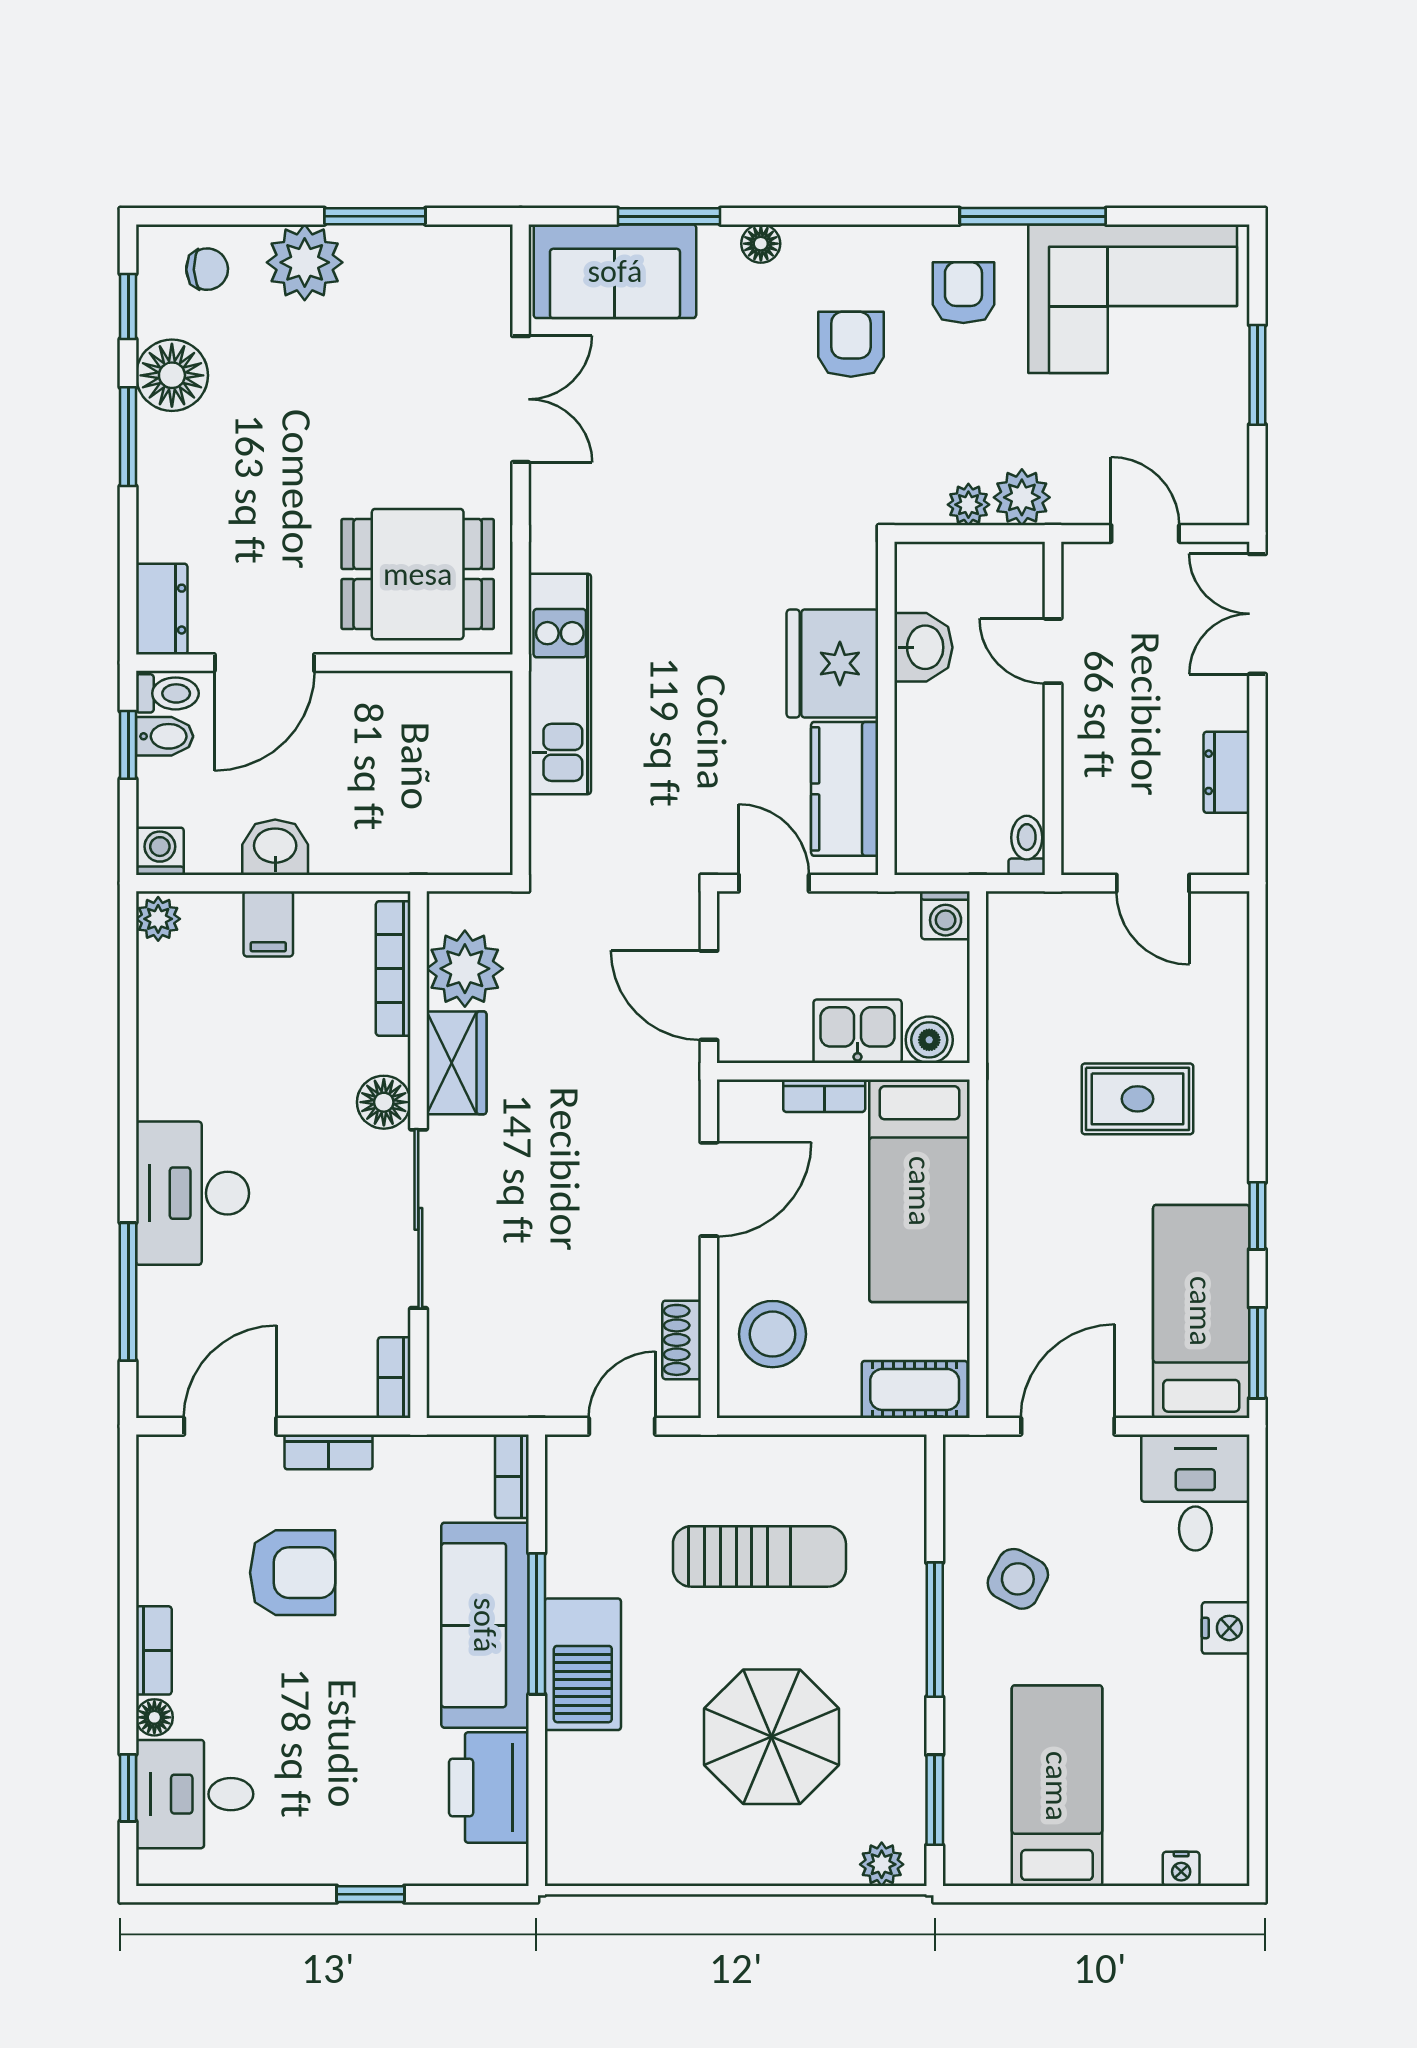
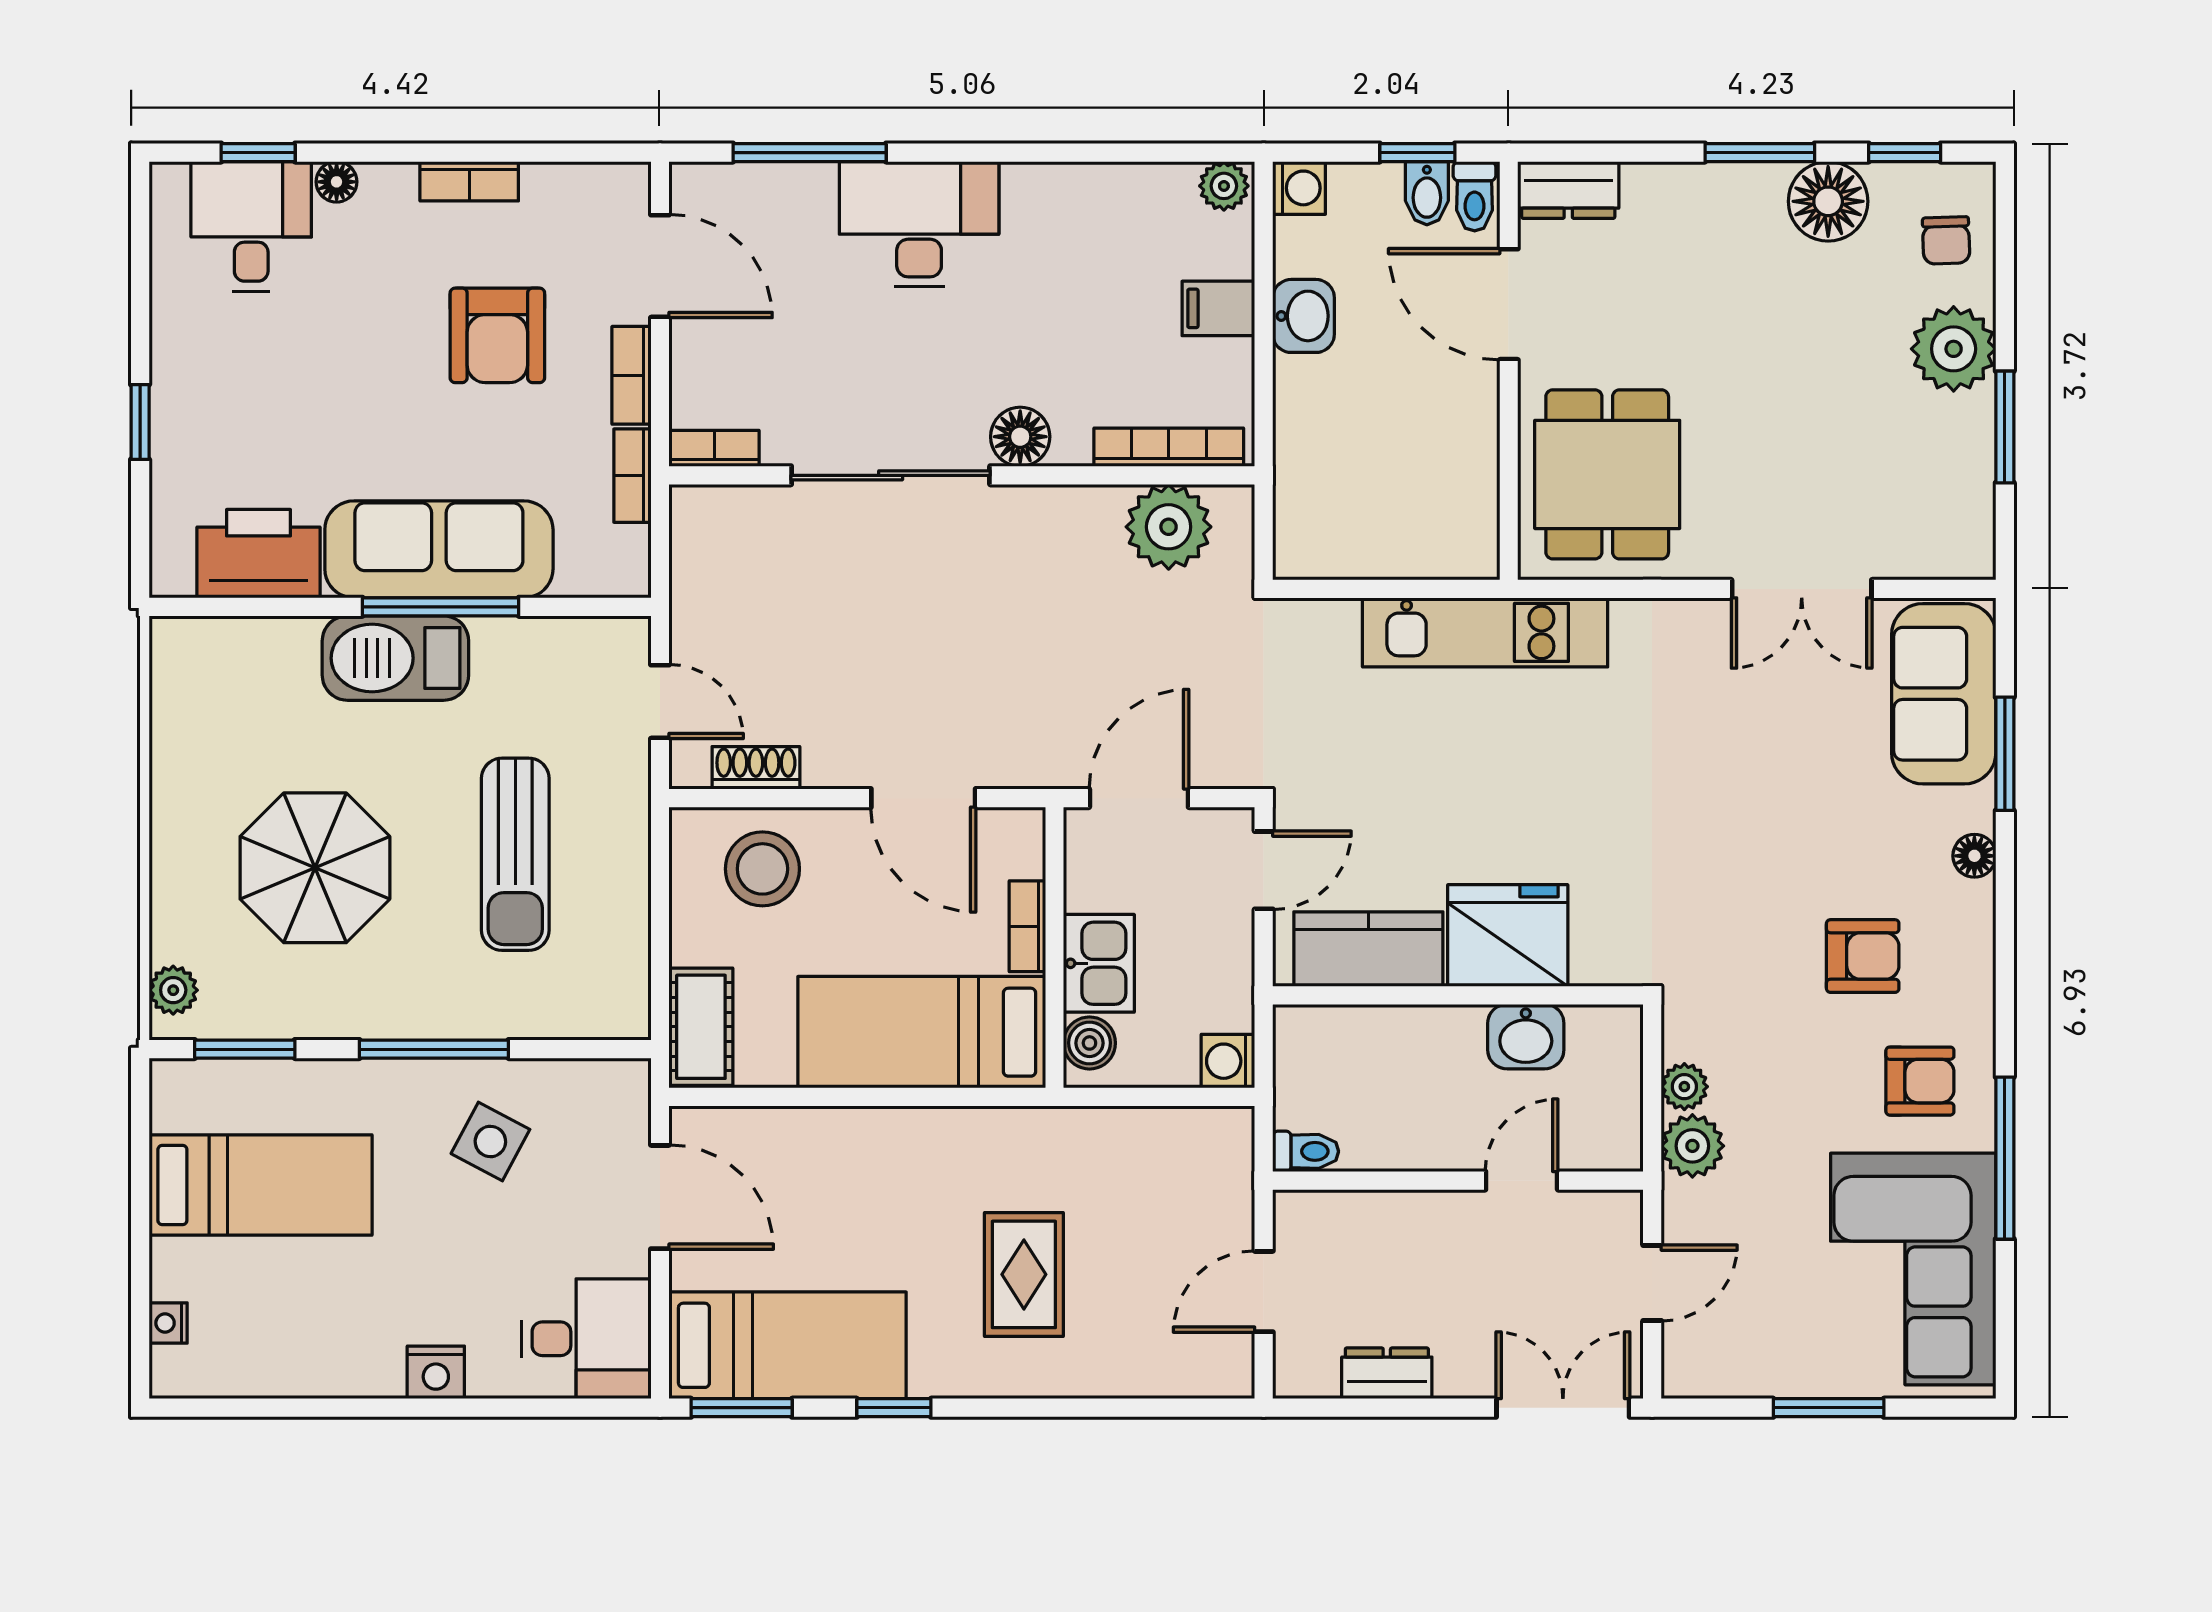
wardrobe: (456, 1063) -> (1064, 517), removed
bookcase: (512, 1476) -> (632, 476), moved, turned -90
bookcase: (154, 1650) -> (469, 181), moved

